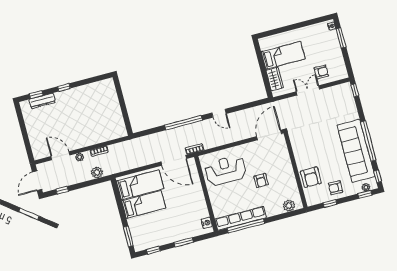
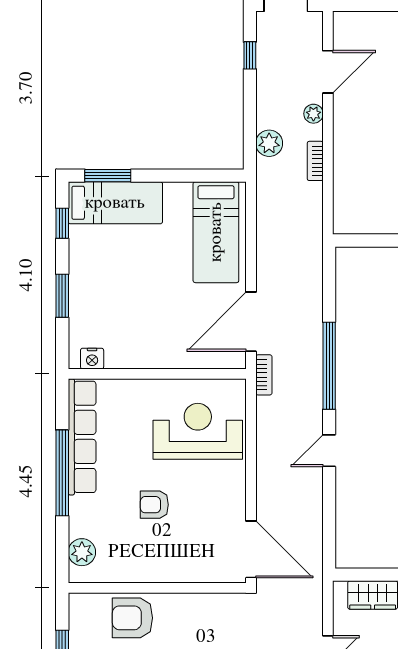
reception desk: (226, 170) -> (198, 431), turned -90
bed: (144, 204) -> (115, 203), moved, turned -90
window: (246, 226) -> (62, 473), moved

